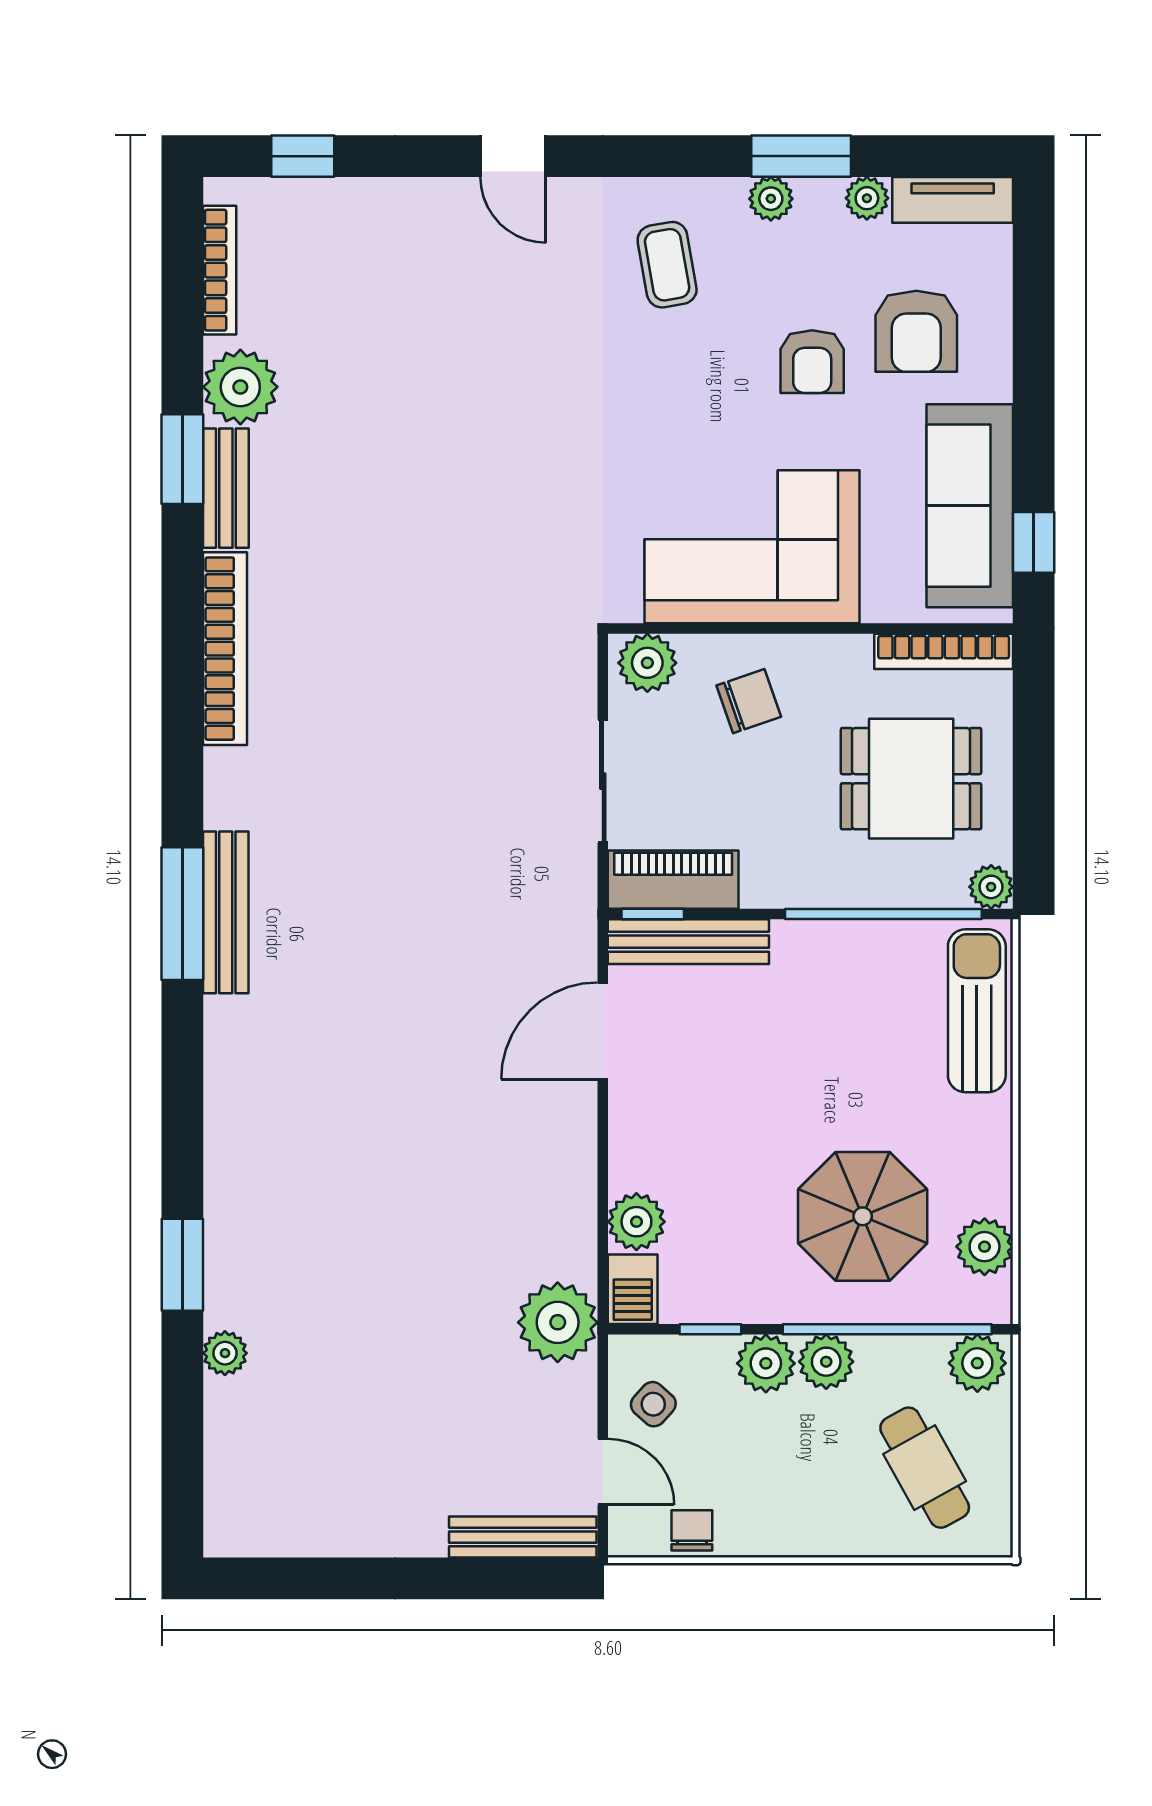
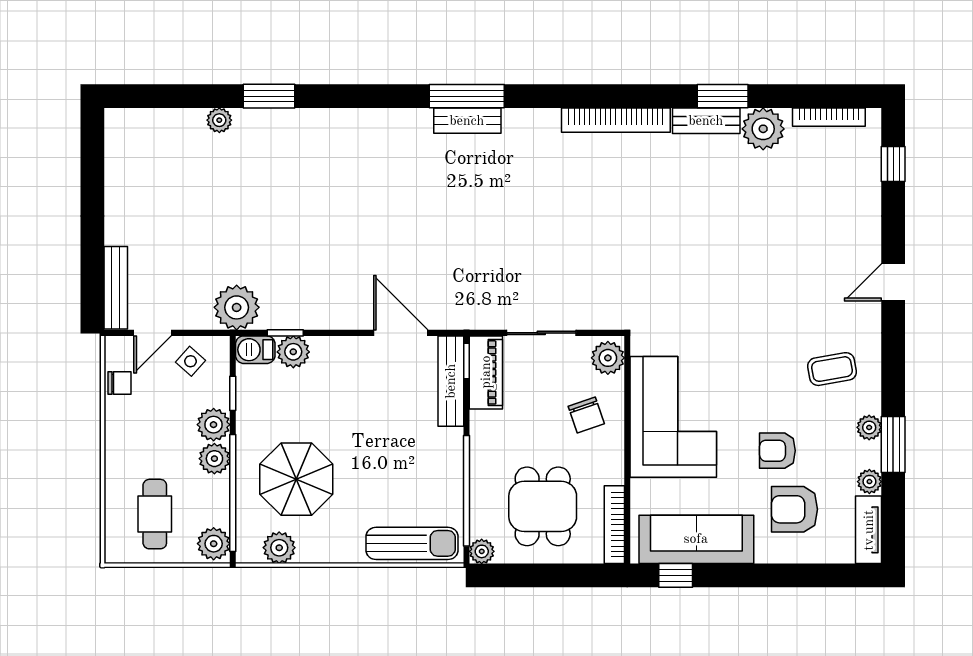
bench: (226, 912) -> (467, 121), width x0.73
window: (603, 1236) -> (285, 333), added
cafe table: (925, 1468) -> (155, 514), turned -61

